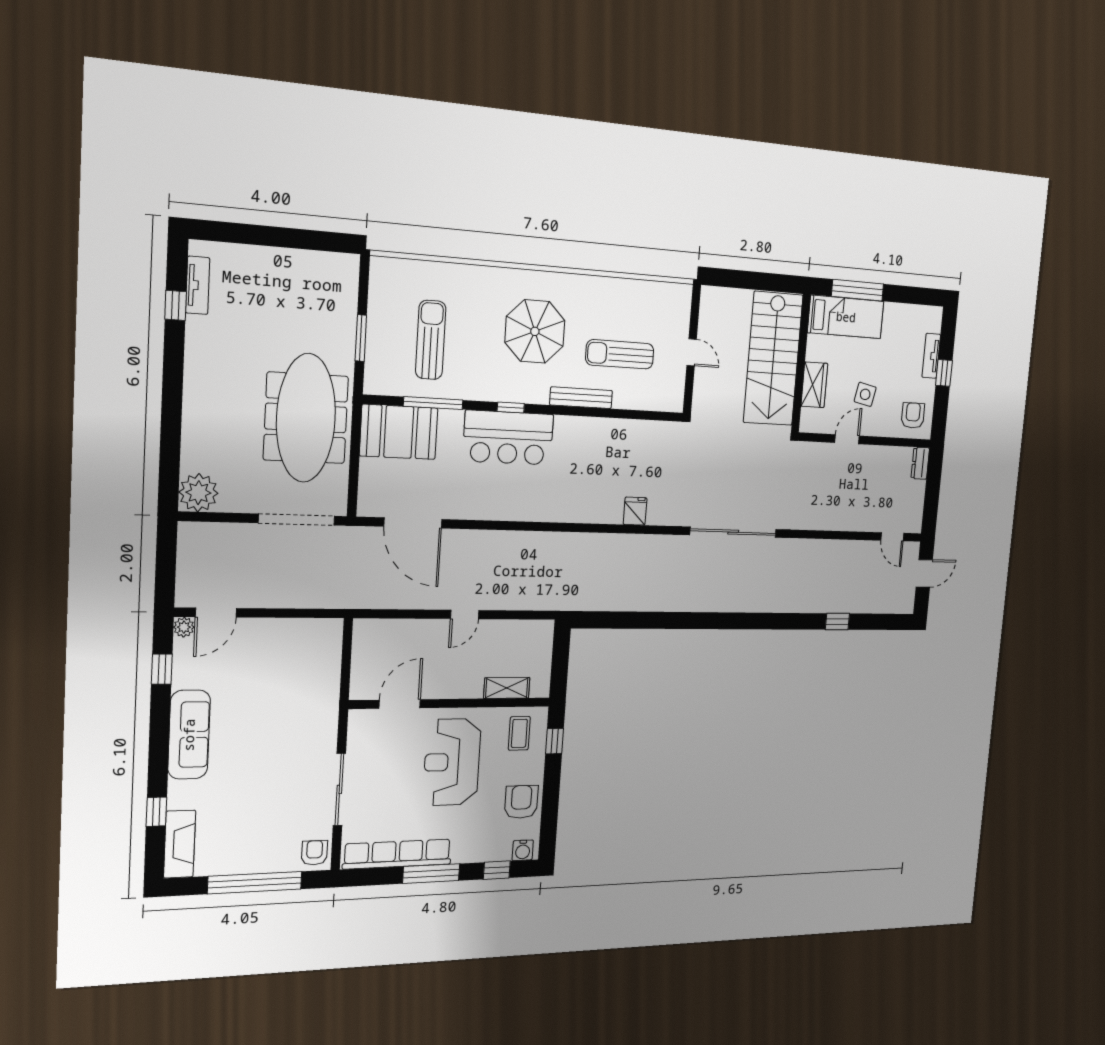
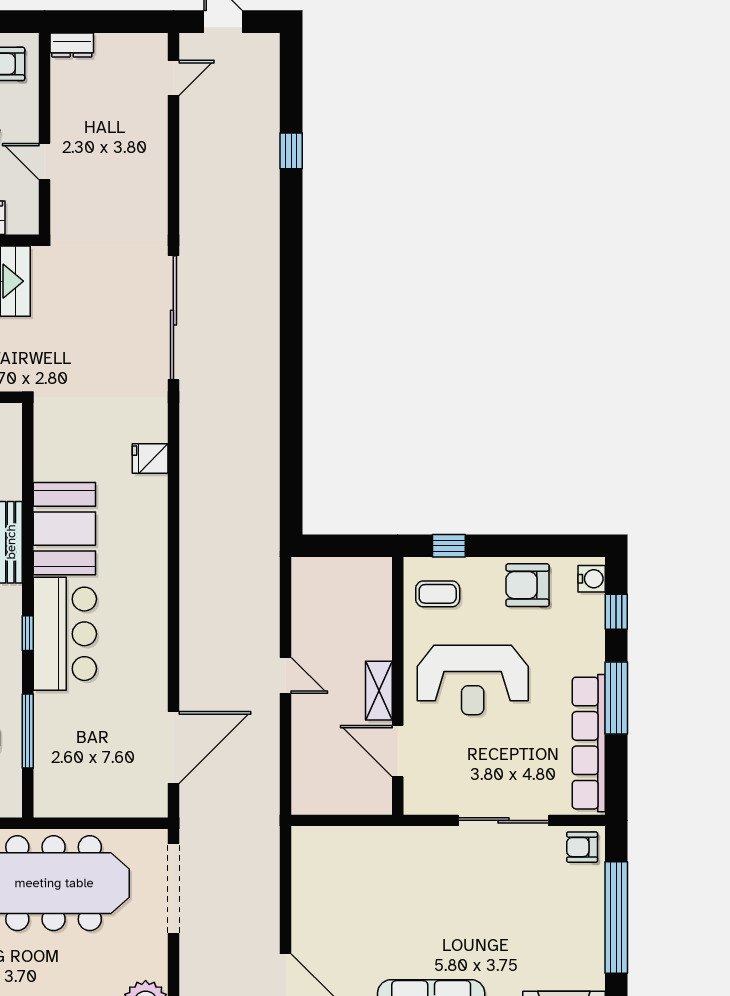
booth: (399, 432) -> (64, 529), moved
shelving: (507, 688) -> (379, 691), moved

